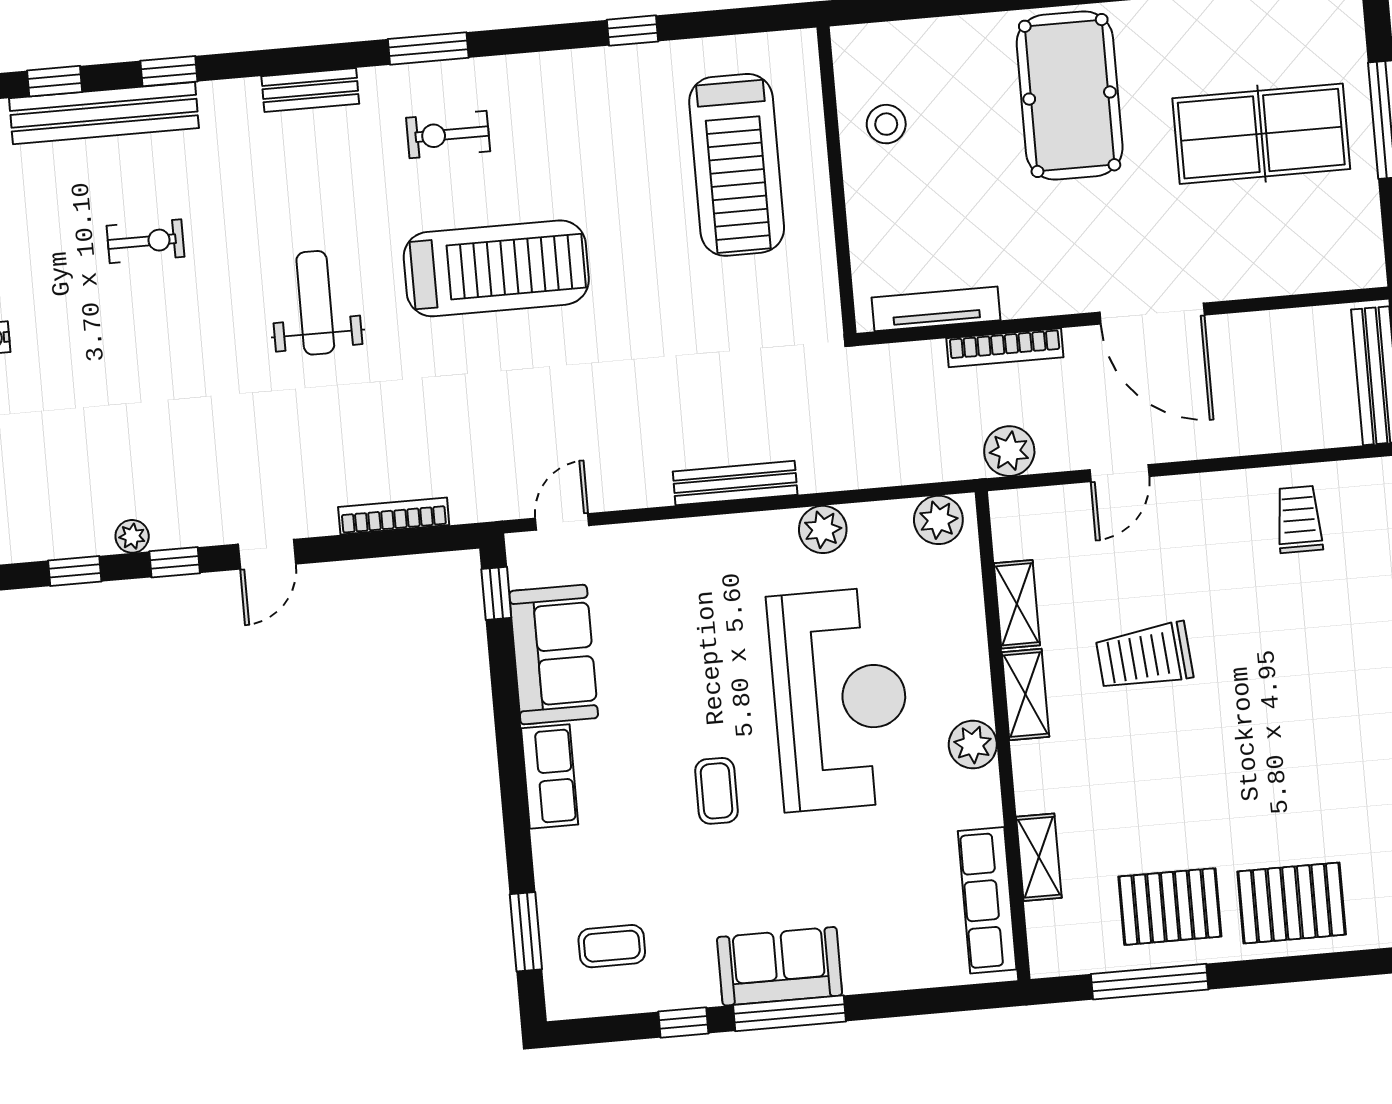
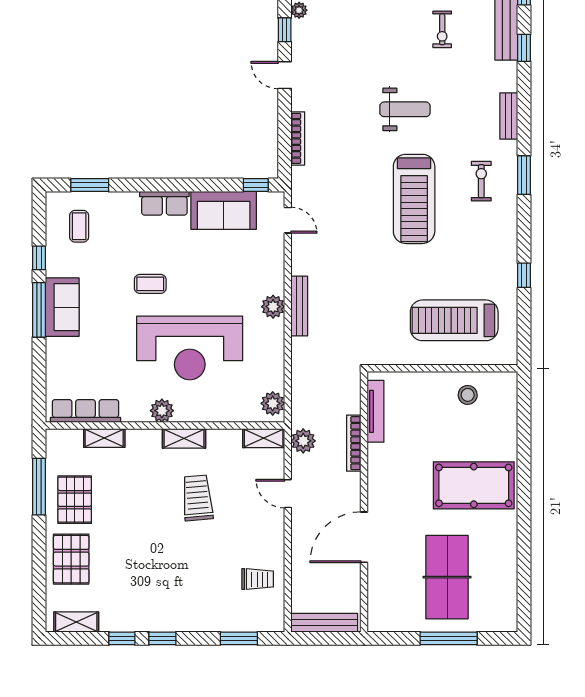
door: (1152, 314) -> (364, 537), moved
plant: (823, 529) -> (273, 307), moved
shelving: (1017, 604) -> (264, 438), moved

